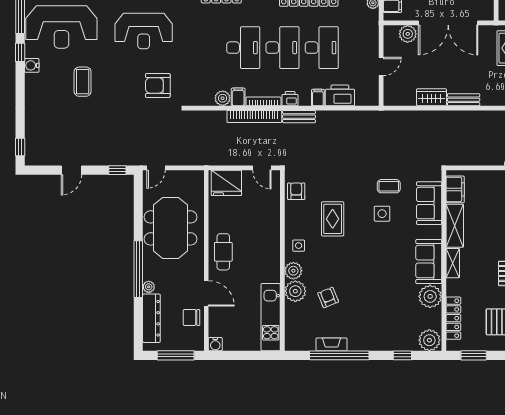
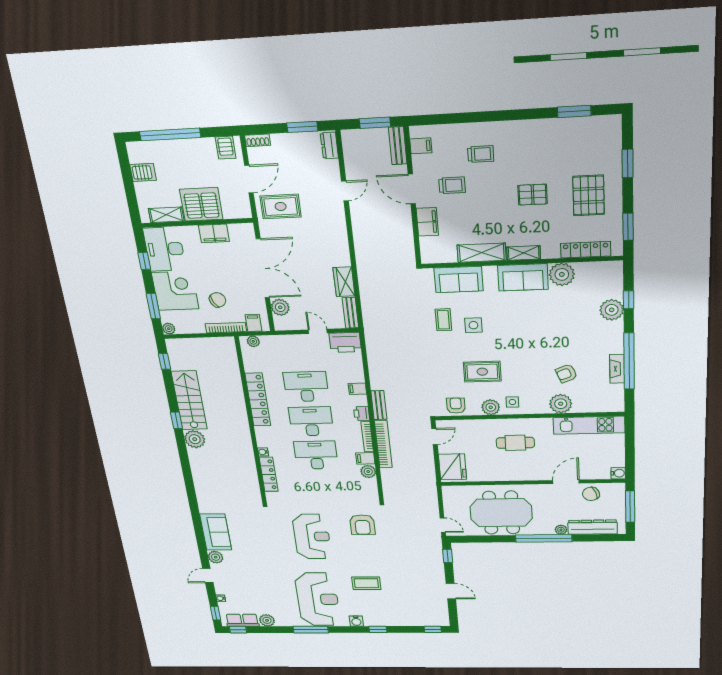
window: (20, 52) -> (378, 629), moved
printer: (340, 95) -> (345, 342), moved, turned -90
bench: (464, 100) -> (350, 313), moved
filing cabinet: (455, 189) -> (427, 222), moved, turned 90
armchair: (296, 191) -> (456, 406), turned 90
cafe table: (223, 252) -> (515, 443), moved
plant: (293, 271) -> (491, 407), moved
chair: (191, 317) -> (591, 494), turned 69
plant: (429, 340) -> (612, 310), moved

